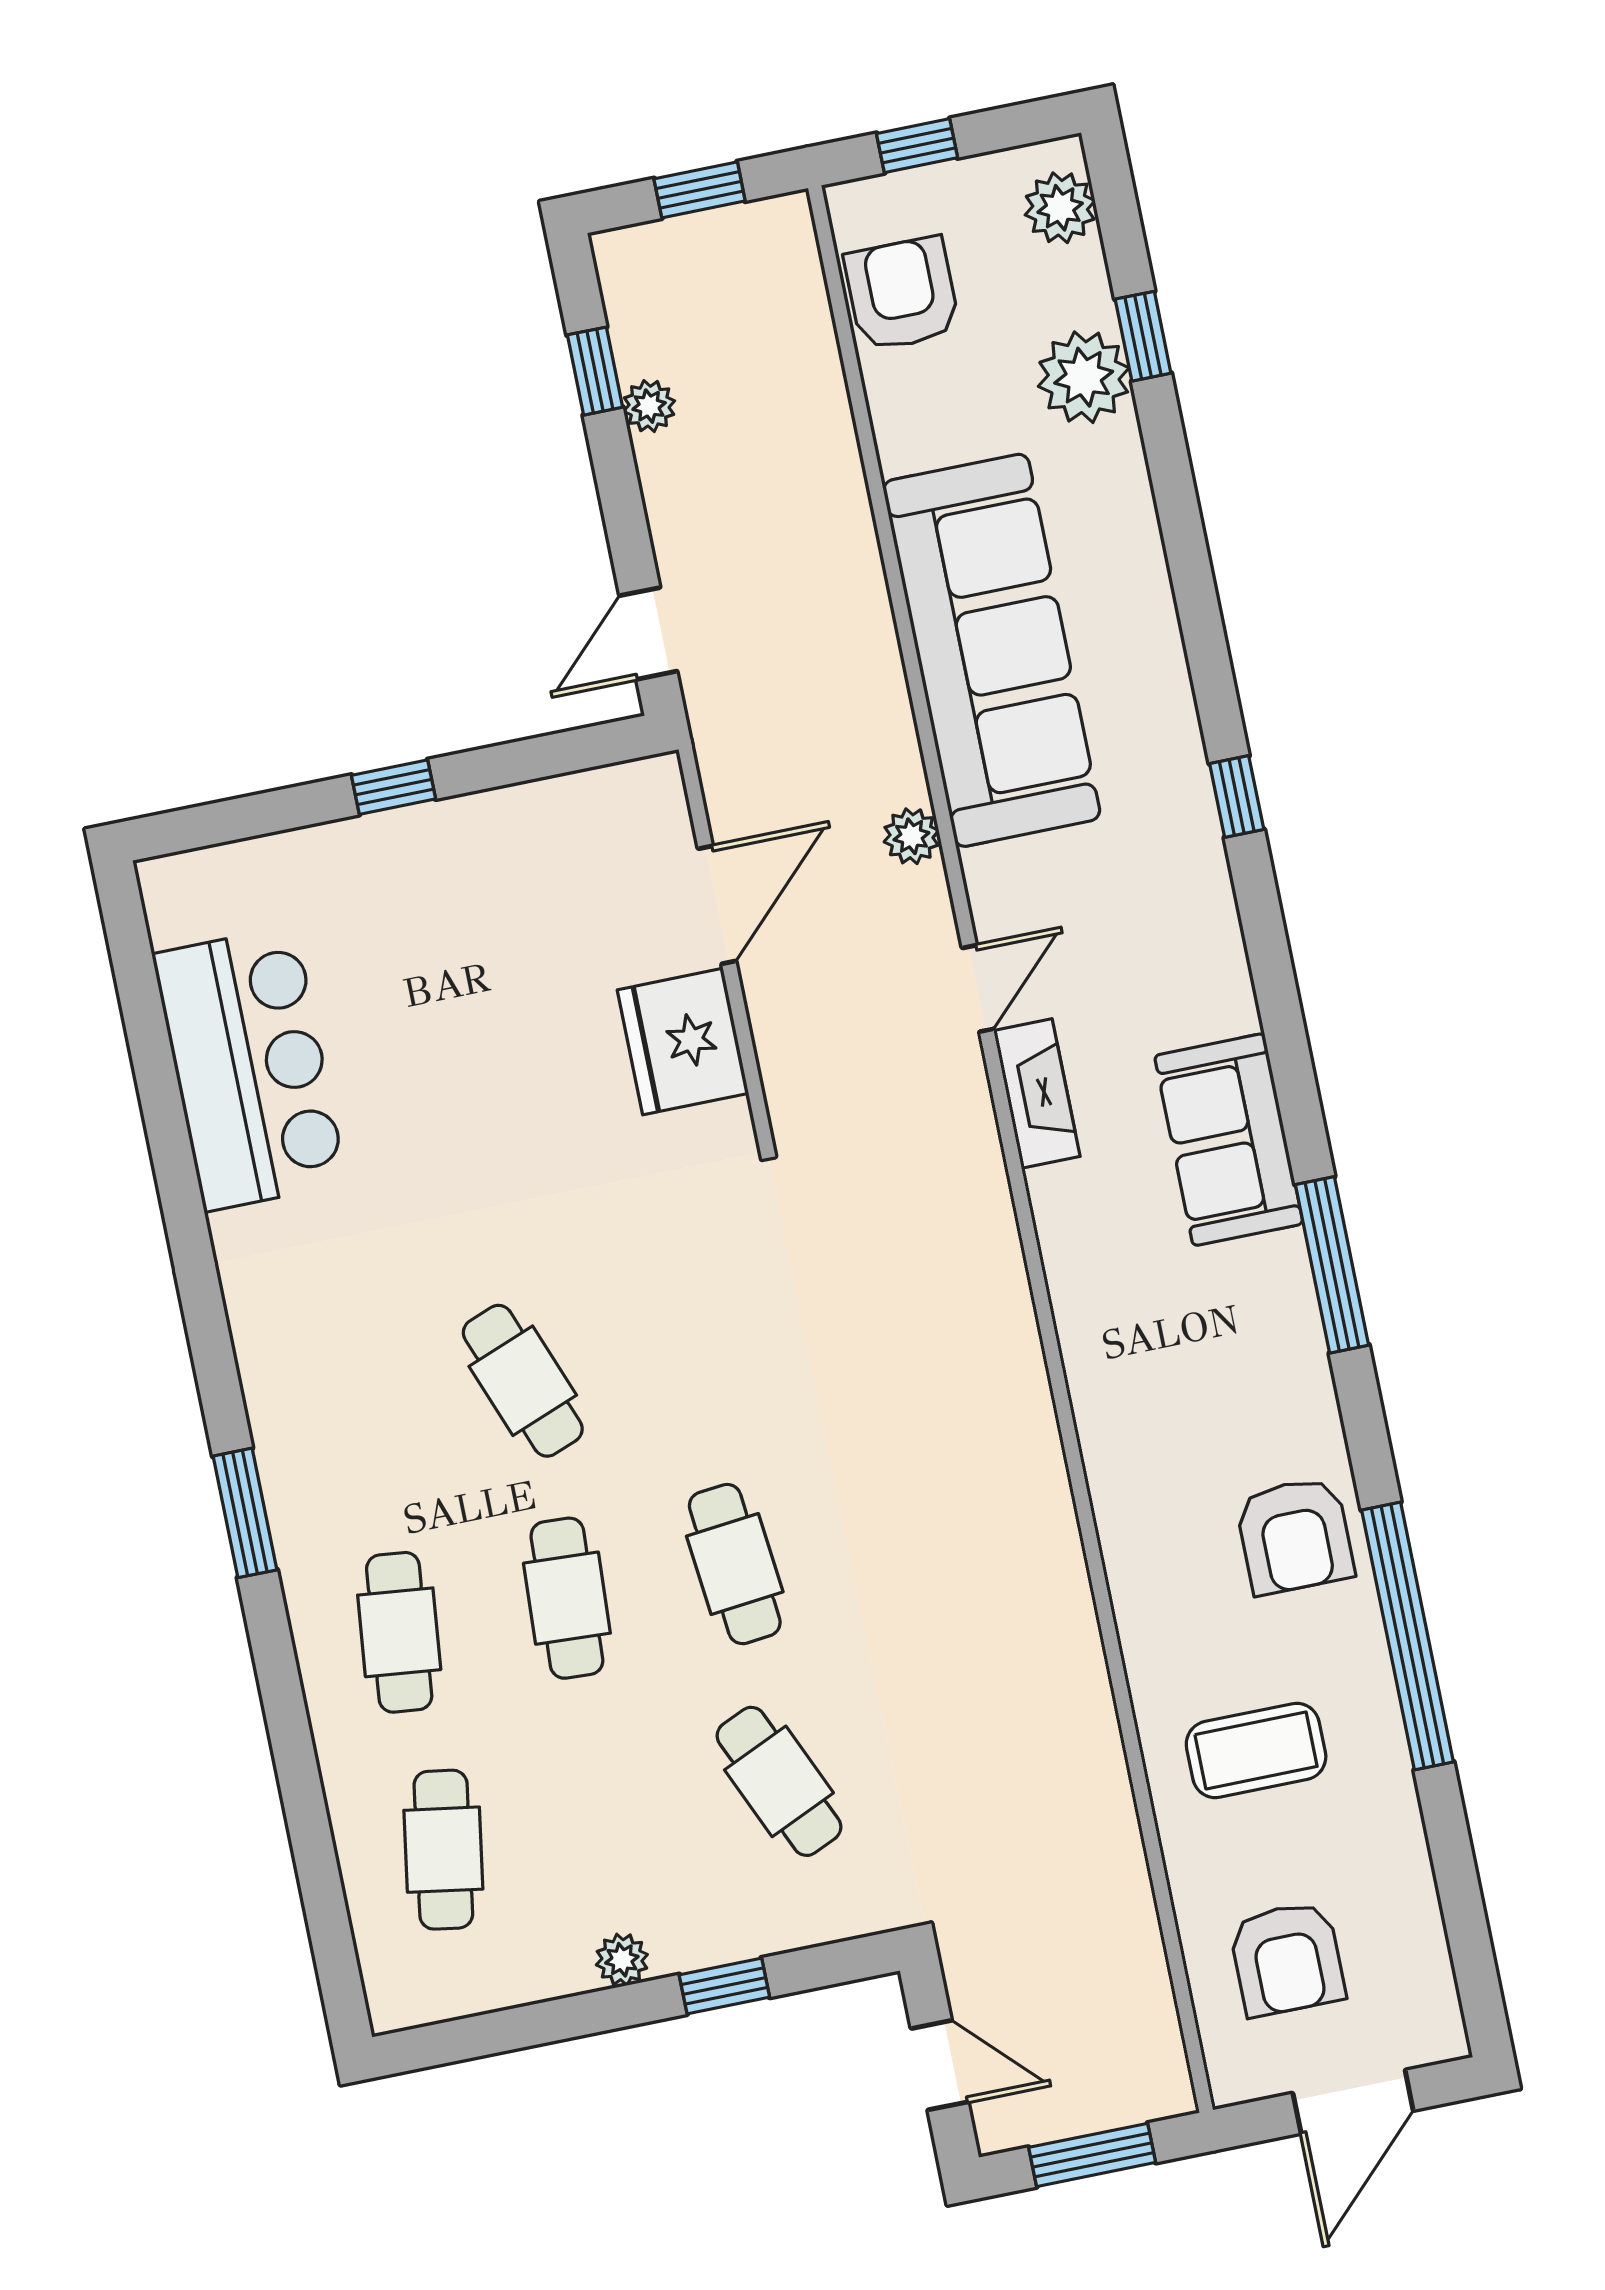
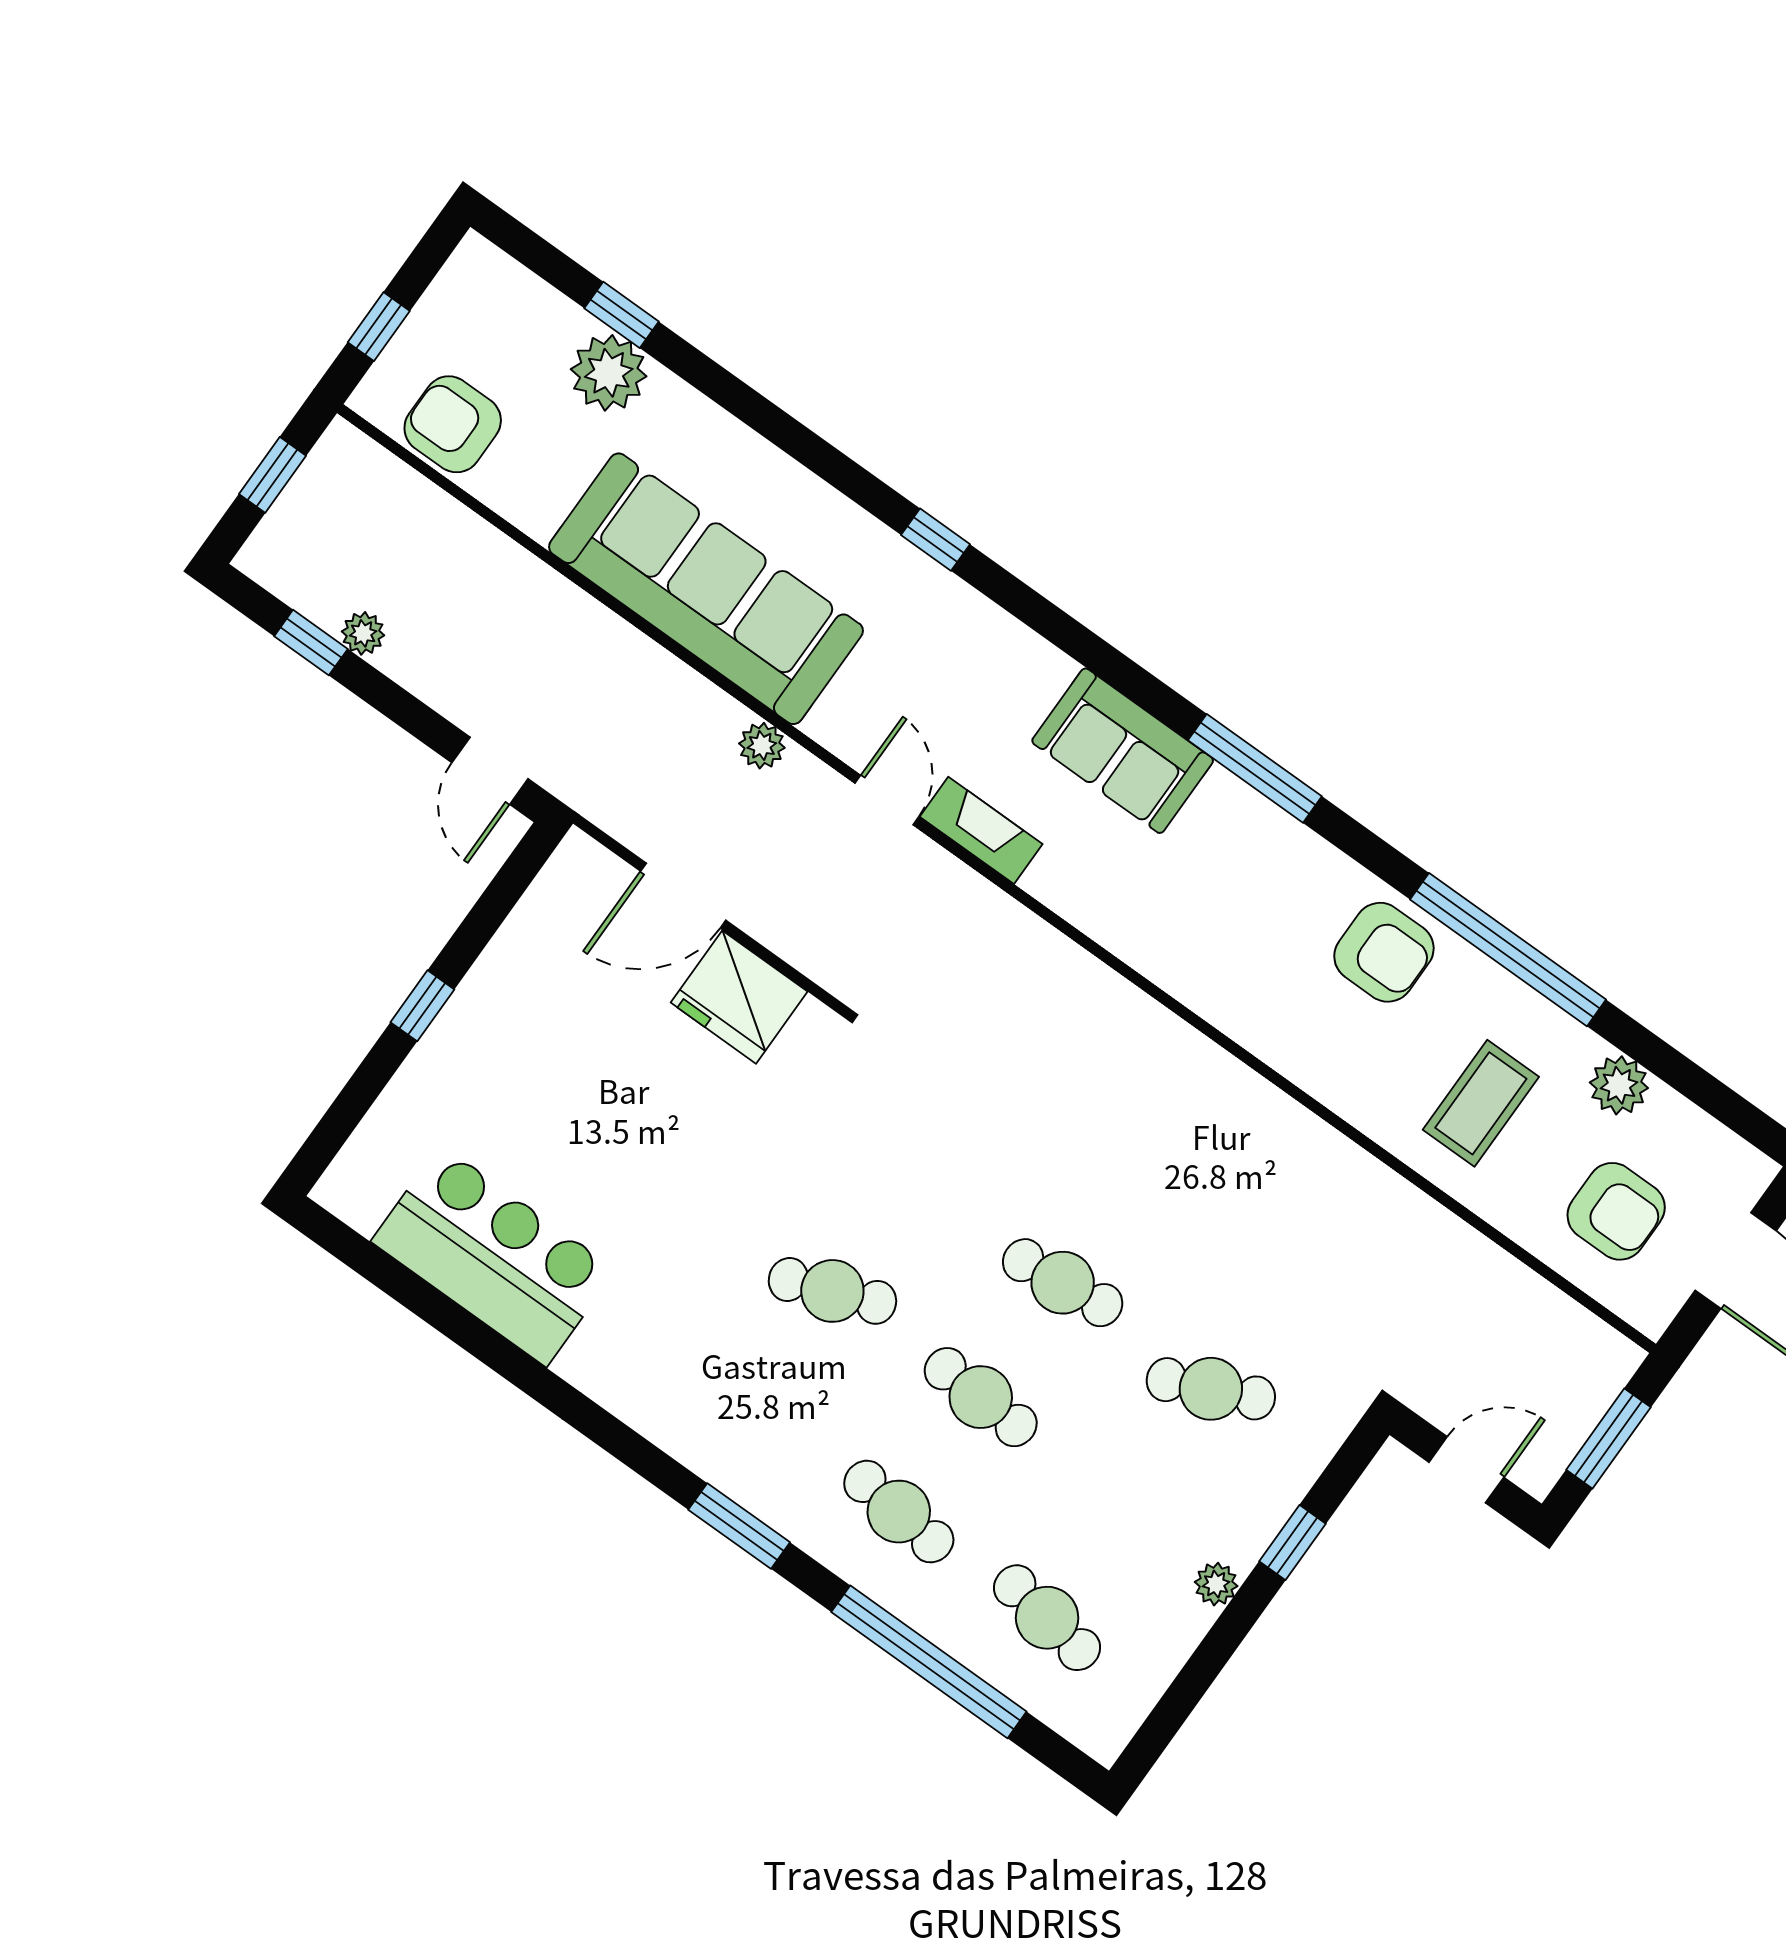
plant: (1060, 208) -> (1619, 1085), moved
door: (717, 905) -> (683, 896), swing flipped
window: (302, 1791) -> (929, 1662), added

